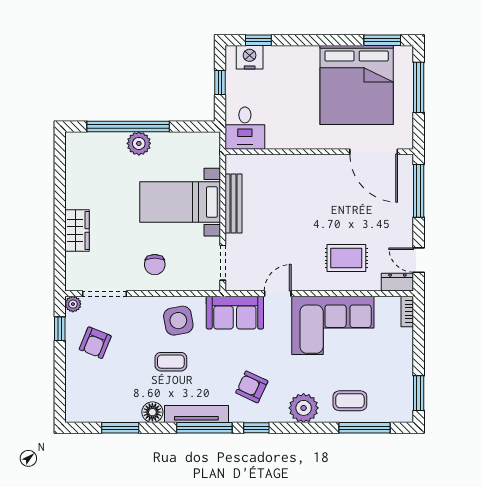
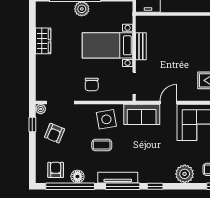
bench: (234, 204) -> (141, 46), width x0.73
wardrobe: (77, 230) -> (43, 41), moved
armchair: (252, 387) -> (56, 170), moved, turned 65
floor lamp: (152, 412) -> (77, 177), moved
window: (120, 428) -> (70, 186), width x2.11

